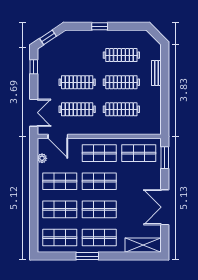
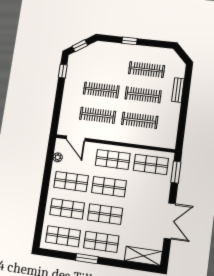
double door: (34, 113) -> (56, 114), removed
double door: (165, 207) -> (170, 221), swing flipped

